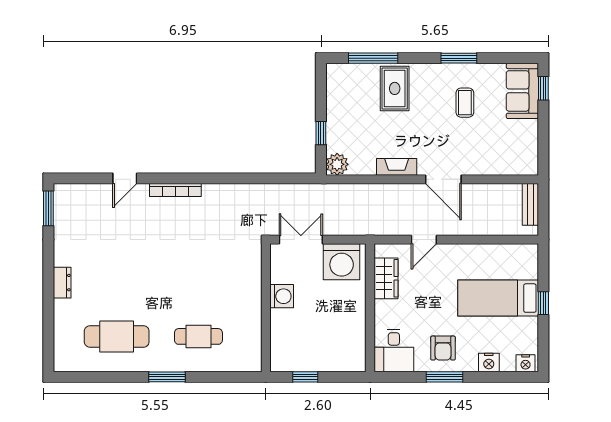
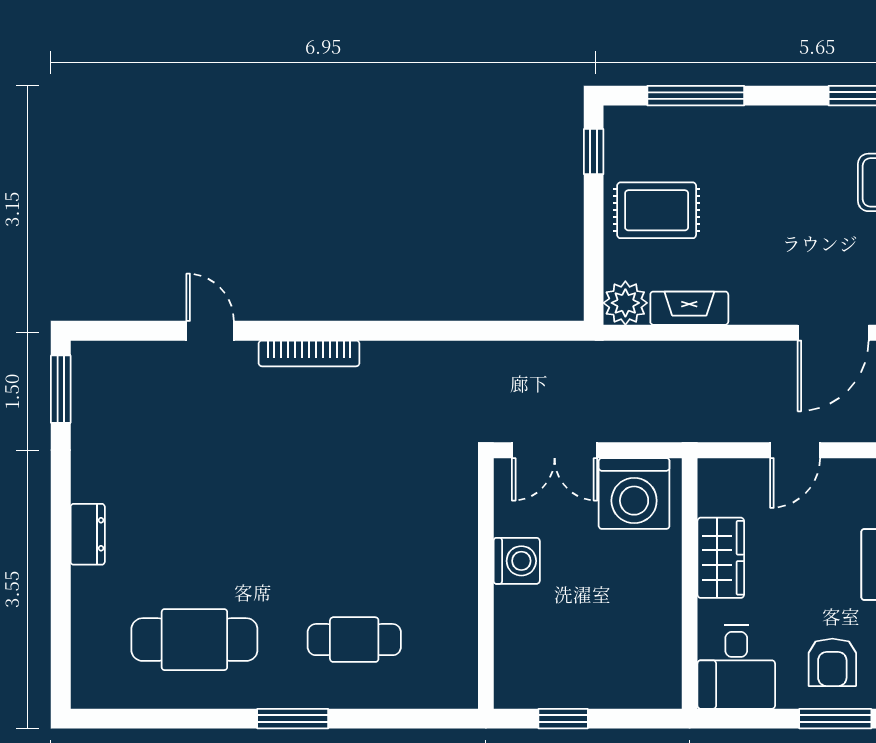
rug: (395, 88) -> (657, 210), moved, turned 90
window: (321, 133) -> (594, 152), moved
fireplace: (397, 167) -> (689, 308), moved
door: (125, 178) -> (210, 331), swing flipped
door: (443, 179) -> (833, 333), hinge flipped
double door: (301, 240) -> (555, 450), swing flipped
wardrobe: (386, 278) -> (721, 558), moved

